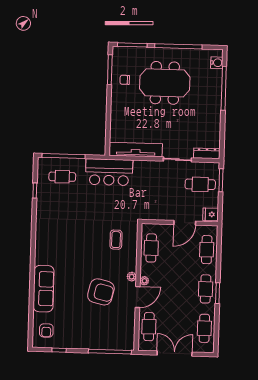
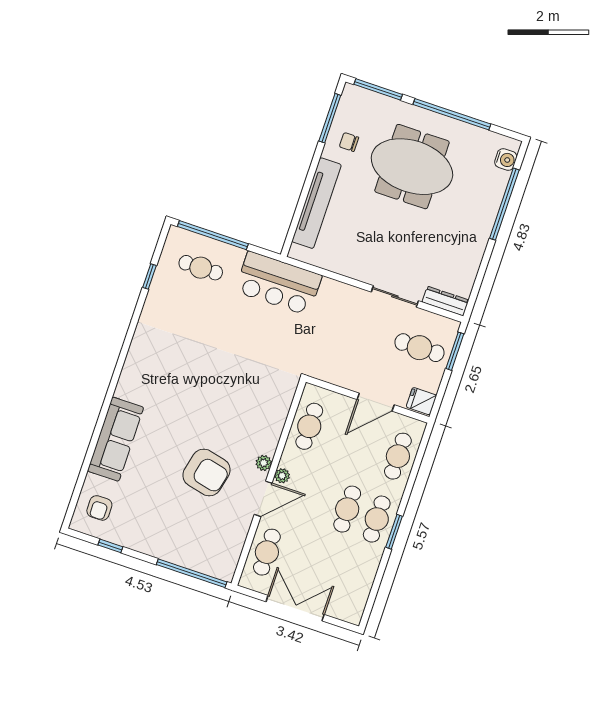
tv unit: (136, 150) -> (317, 203), moved, turned 90
coffee table: (116, 240) -> (256, 396), removed
cafe table: (204, 328) -> (347, 509), moved

